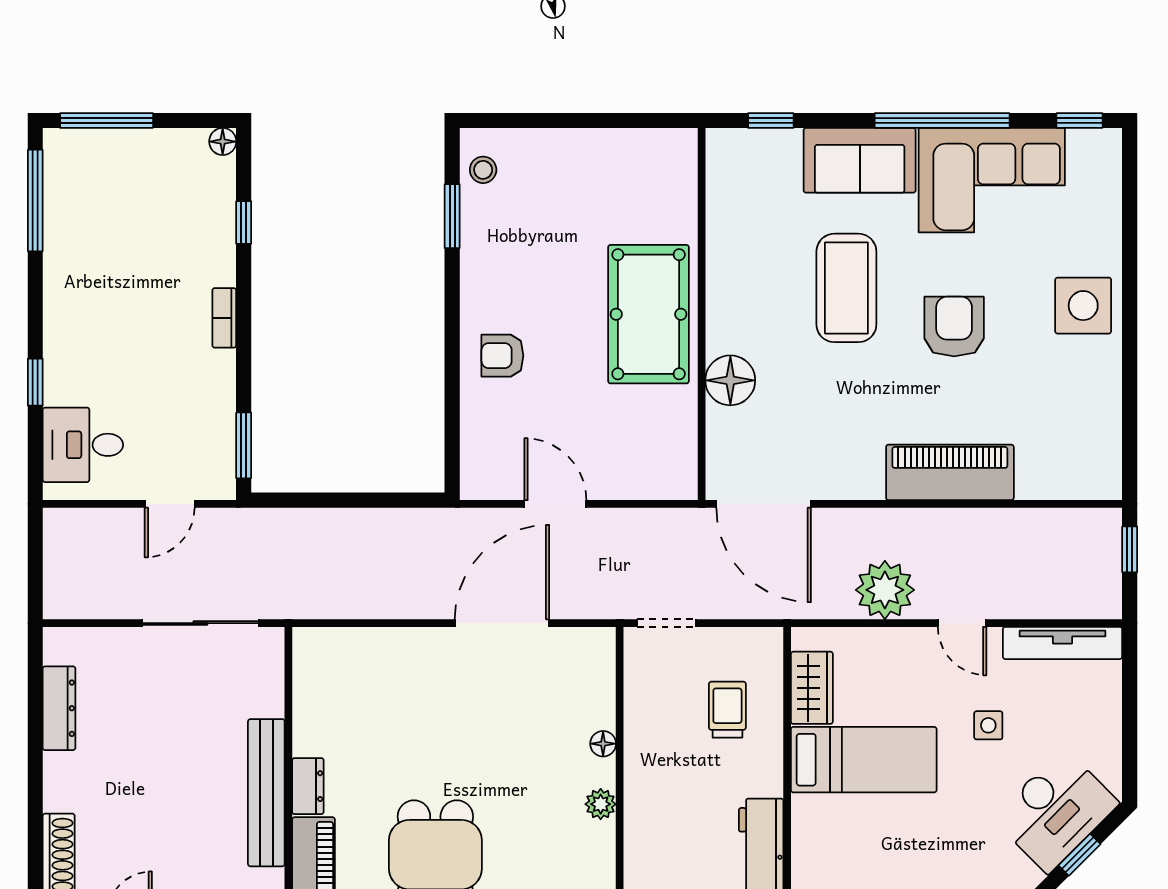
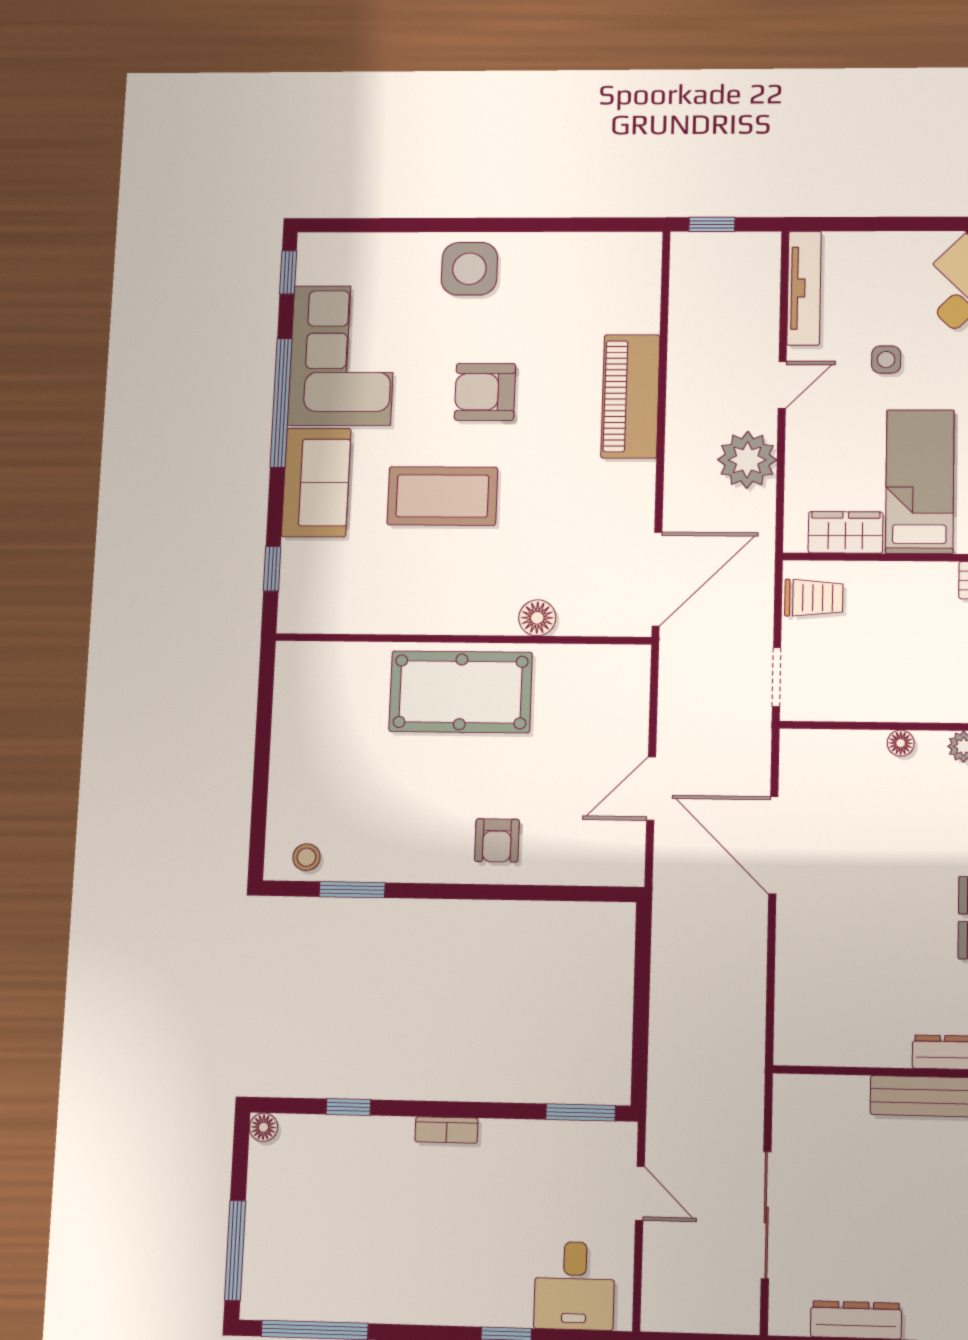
floor lamp: (730, 380) -> (537, 618), width x0.73, depth x0.73
sliding door: (200, 623) -> (766, 1215), moved
trolley: (727, 710) -> (814, 598), moved, turned 180

